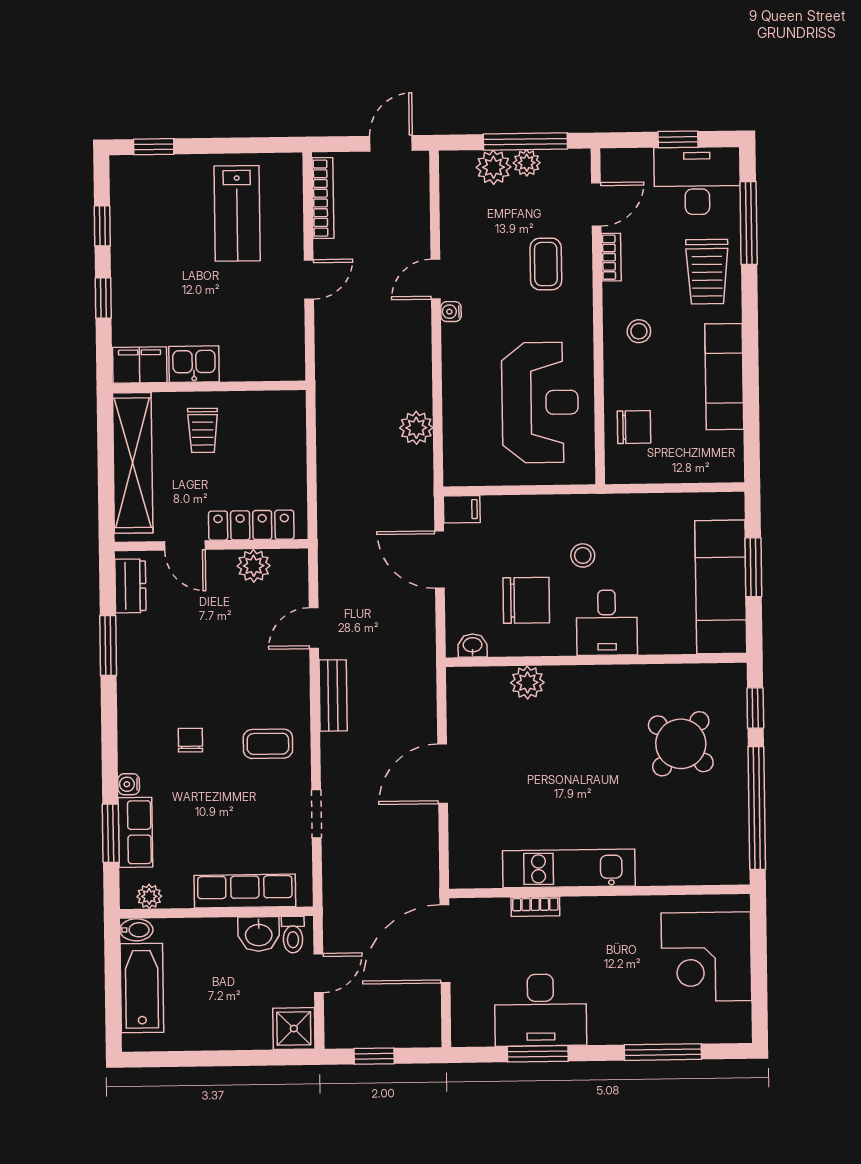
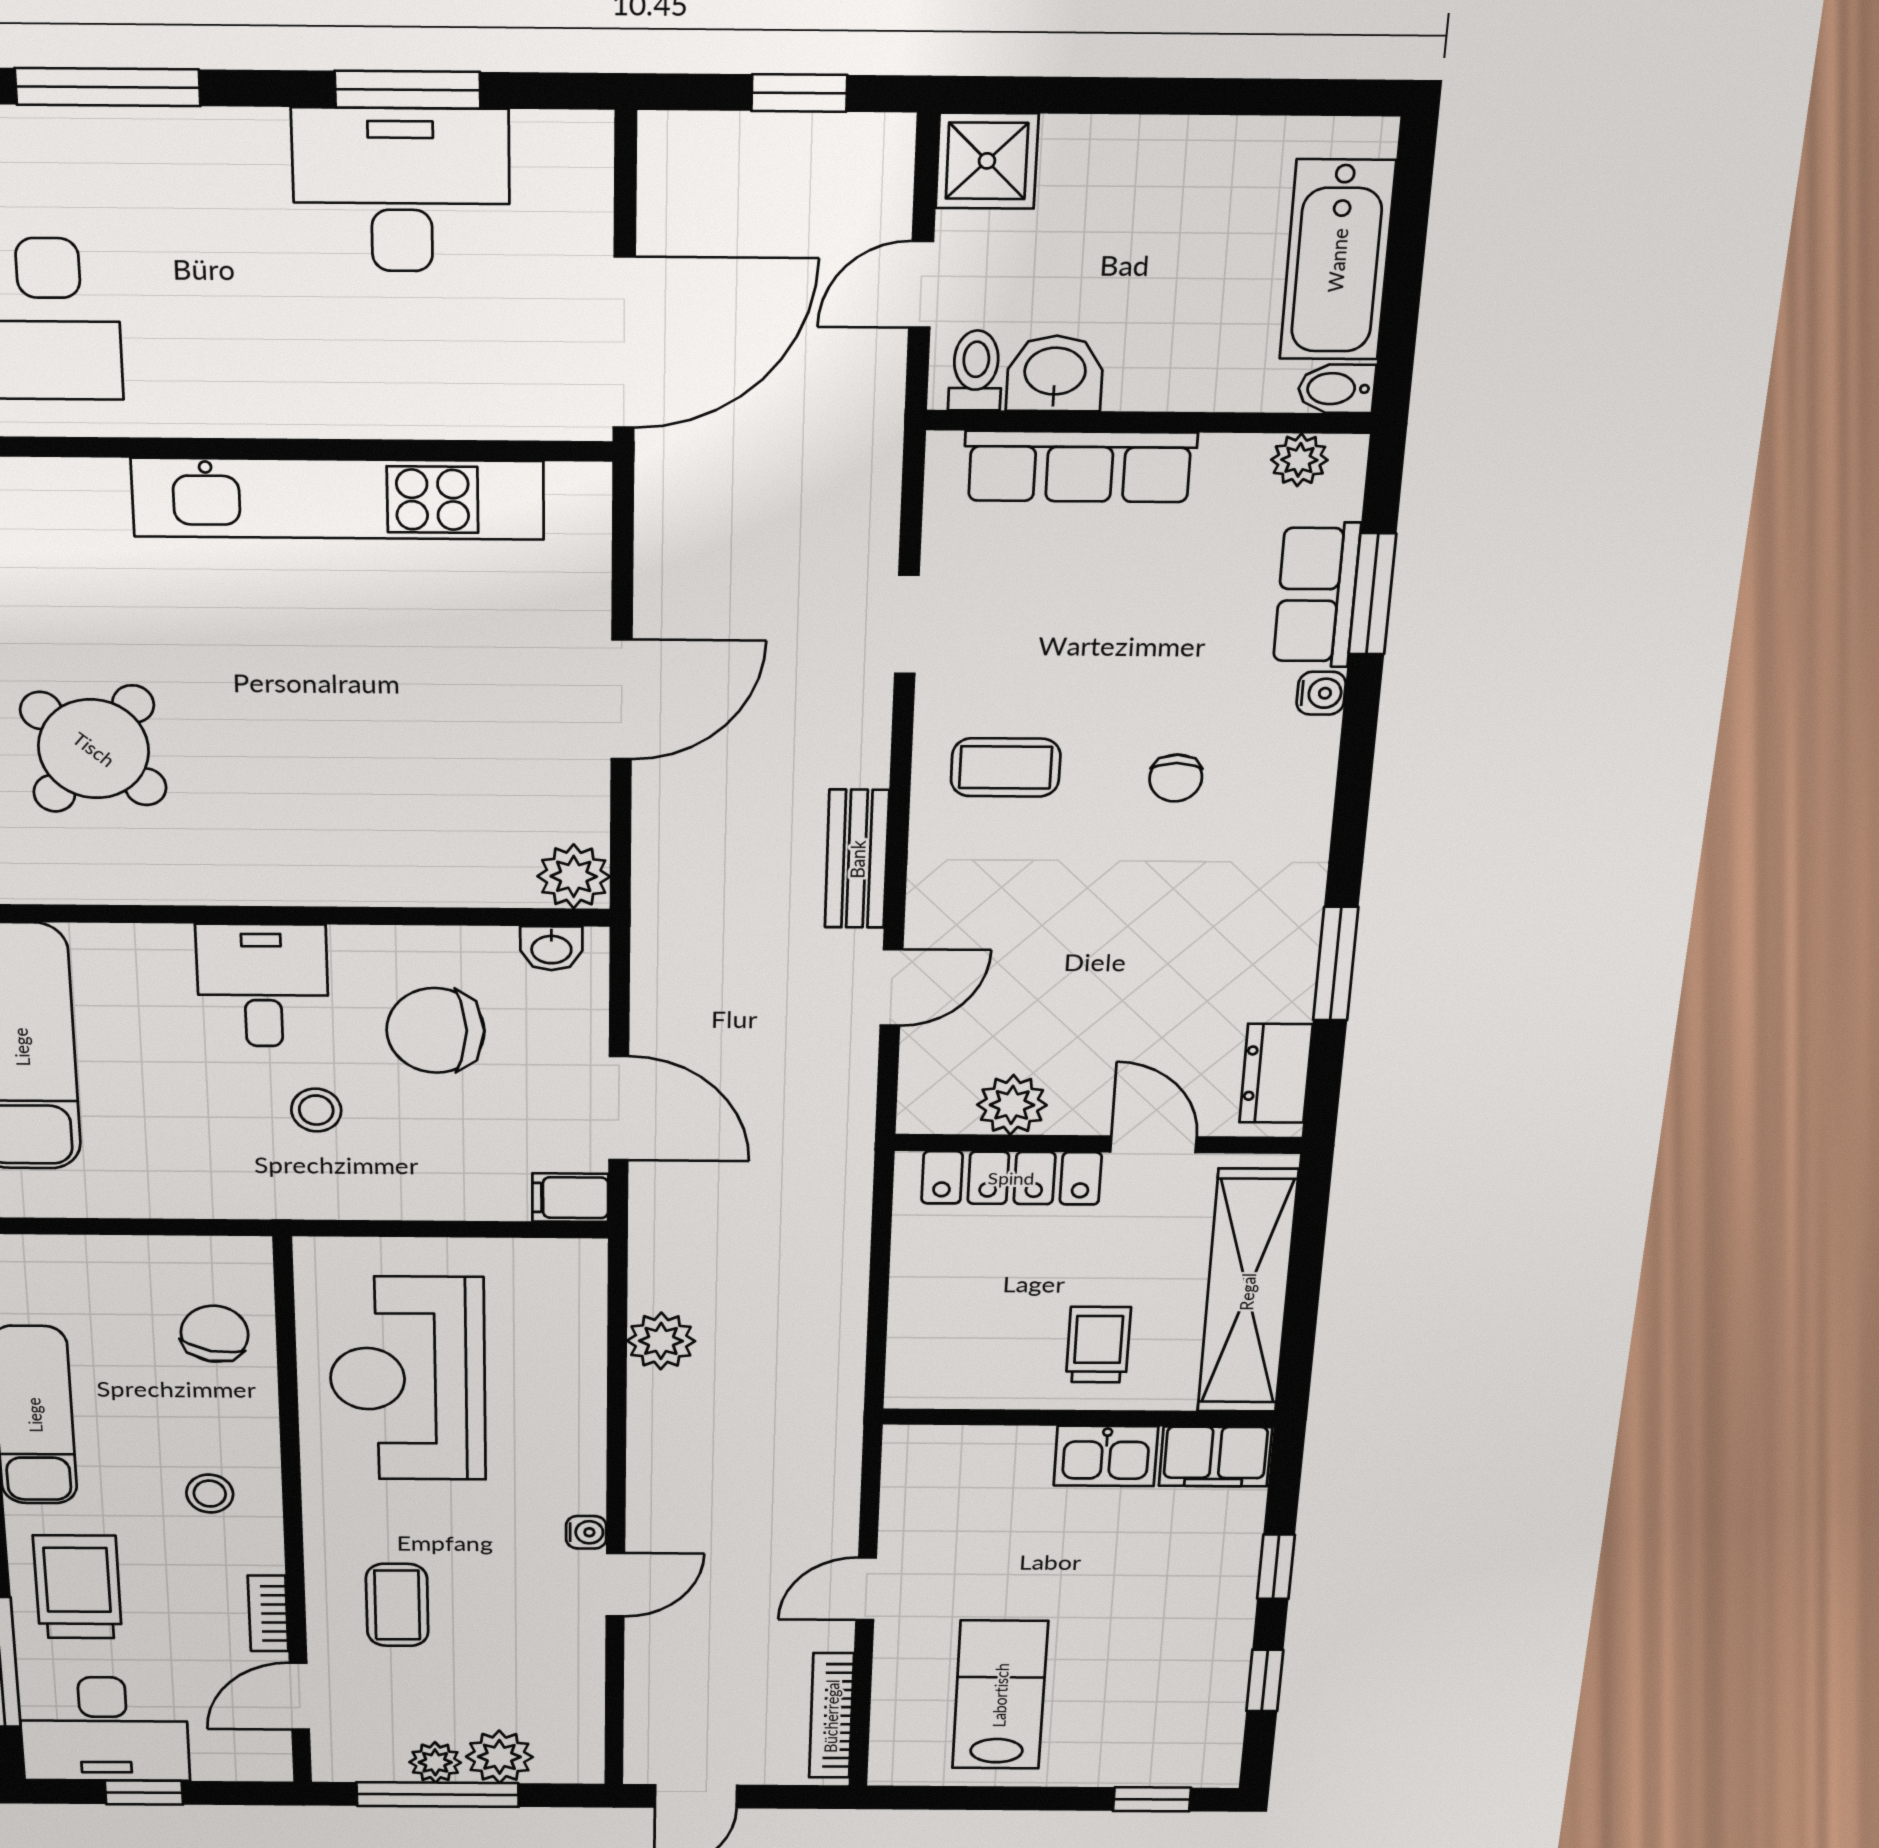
chair: (634, 427) -> (215, 1334), turned 102
plant: (527, 683) -> (574, 876), moved
kitchen unit: (569, 868) -> (338, 499), width x1.36
bookcase: (535, 907) -> (414, 419), removed

